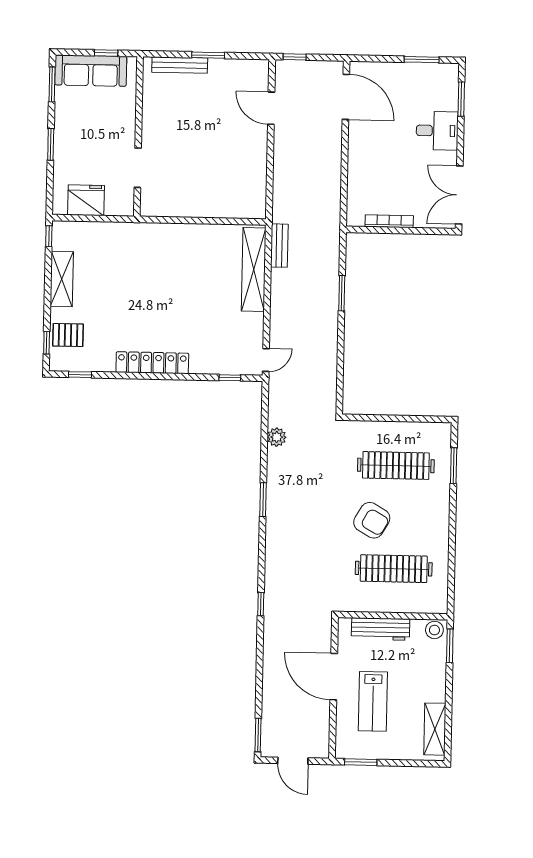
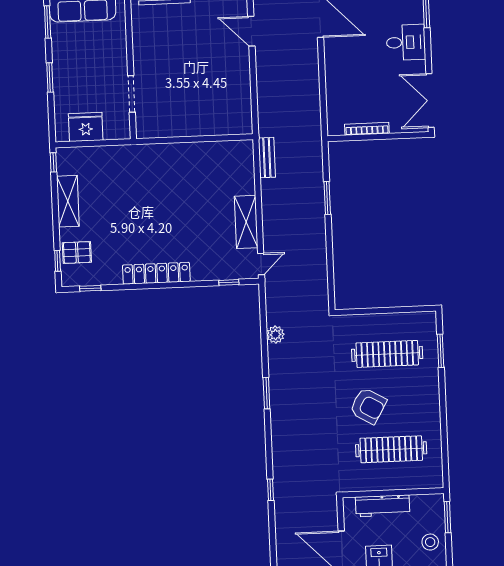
shelving: (254, 270) -> (246, 222), moved, width x0.68
stool: (434, 630) -> (430, 542), moved

